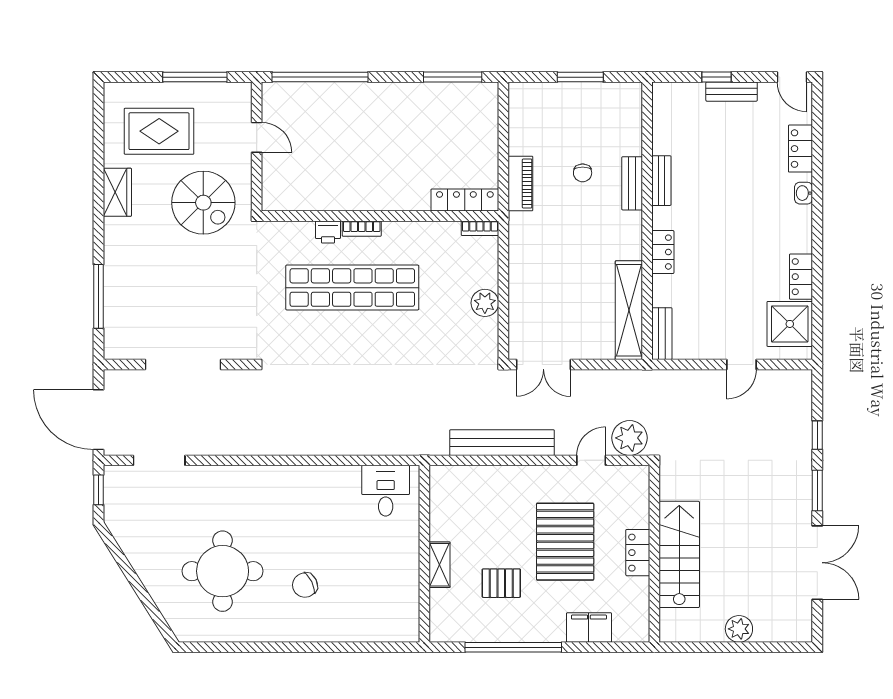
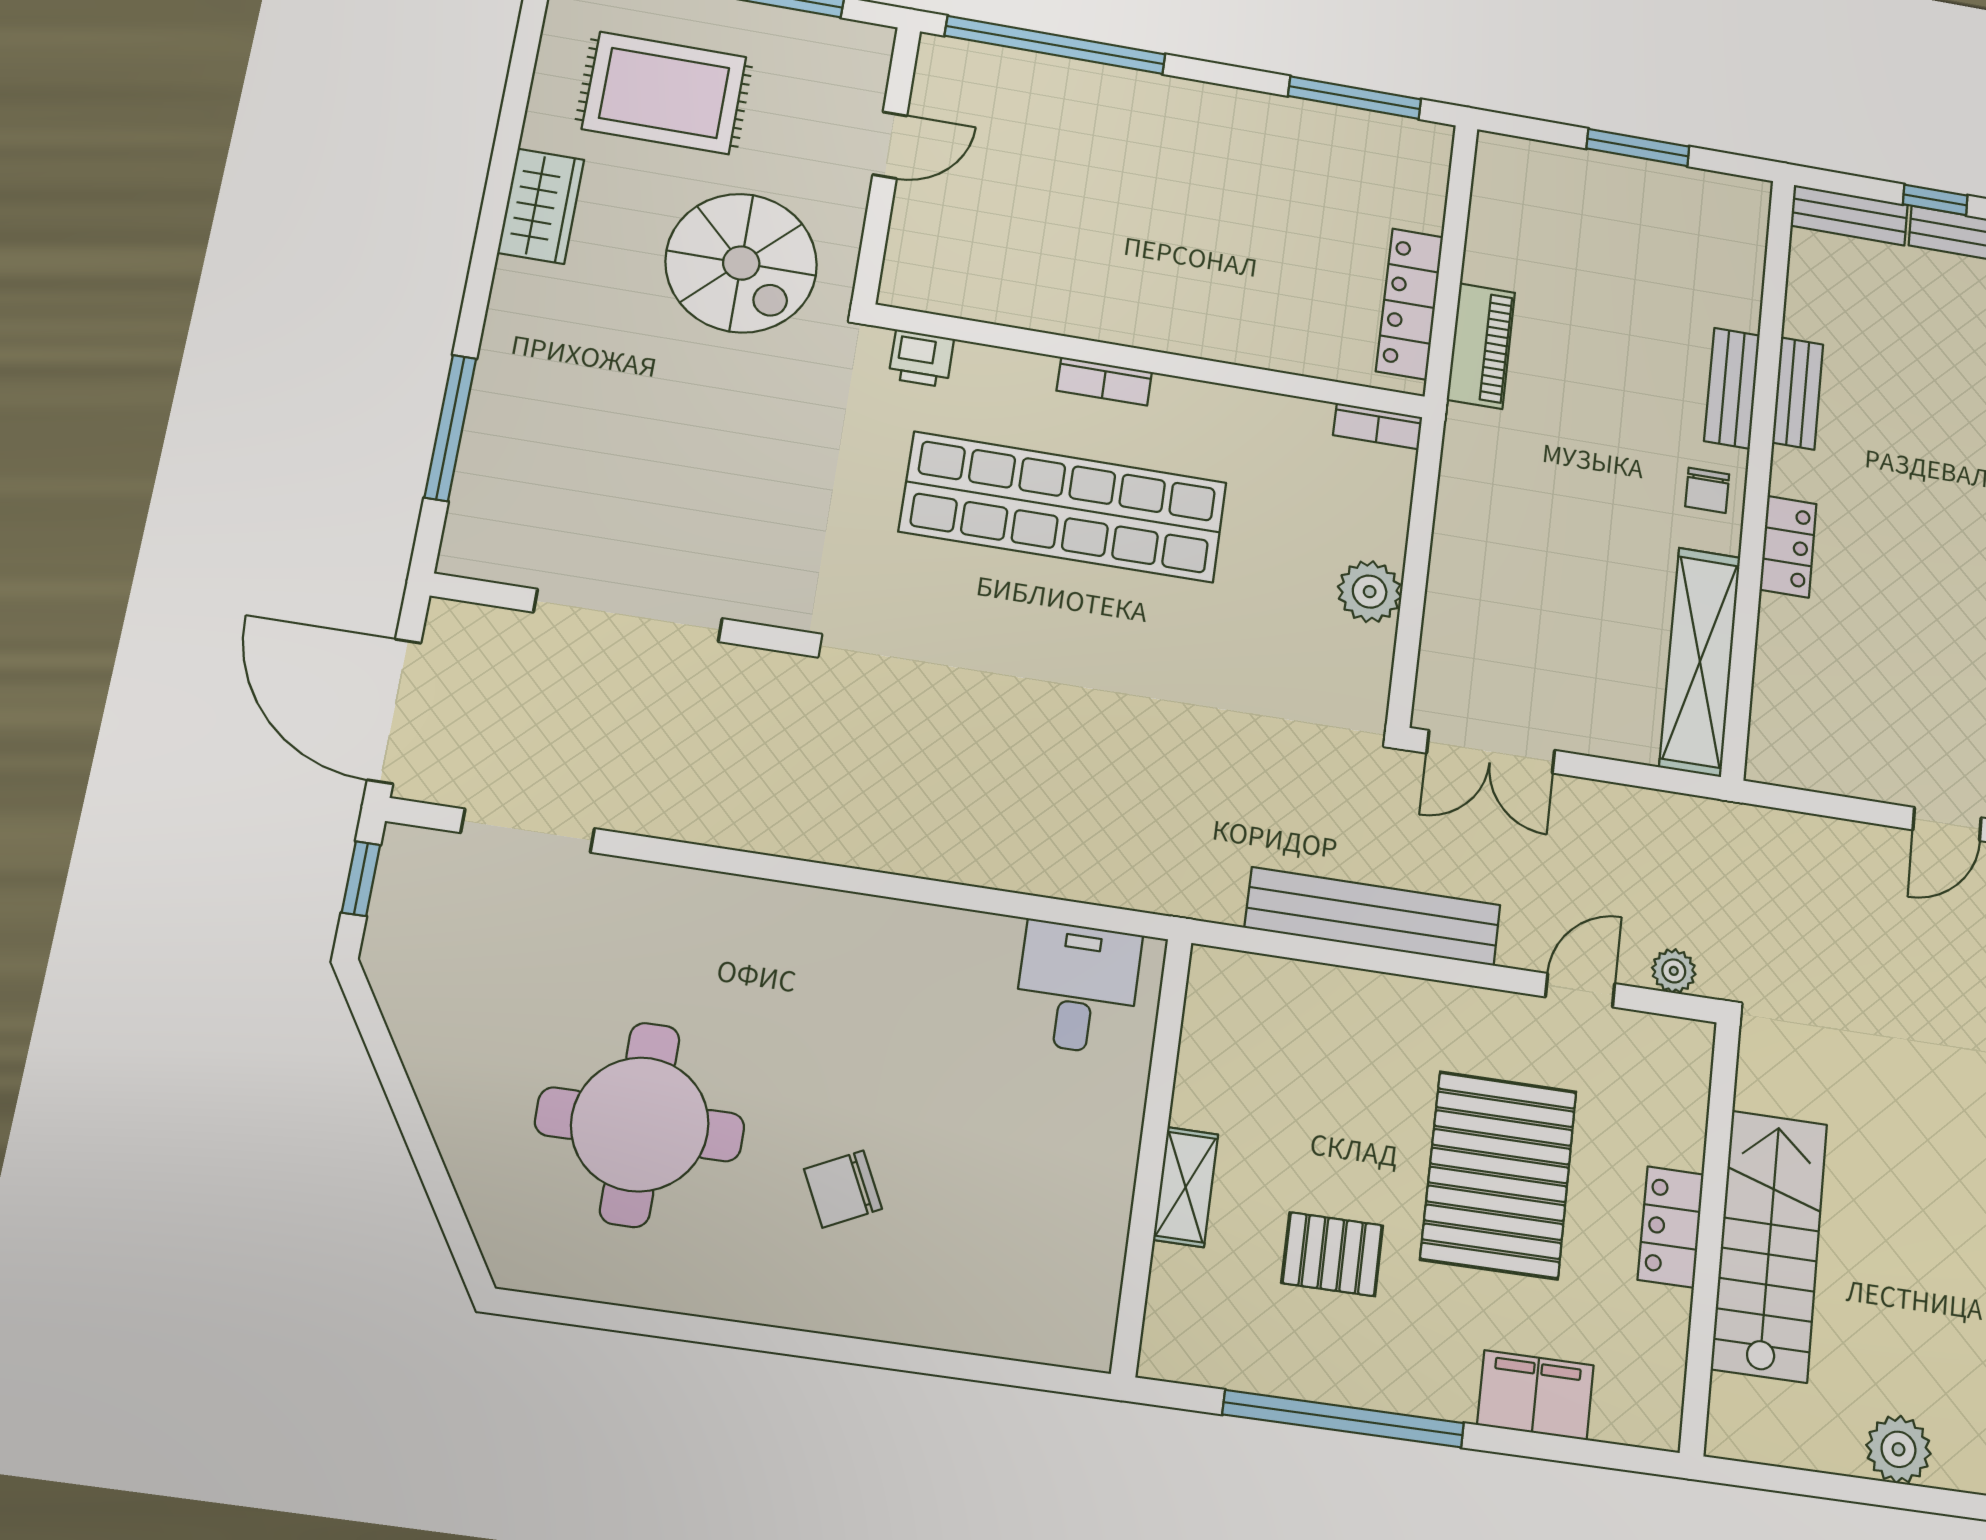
door: (257, 137) -> (890, 145), hinge flipped
chair: (583, 173) -> (1707, 490), moved
locker: (465, 200) -> (1410, 304), moved, turned -90
printer: (328, 232) -> (921, 359), moved
bench: (662, 334) -> (1849, 215), moved, turned 90
plant: (630, 438) -> (1674, 971), width x0.53, depth x0.53

